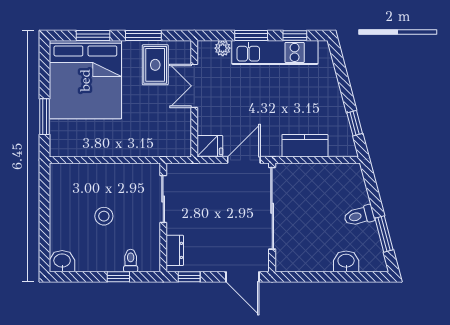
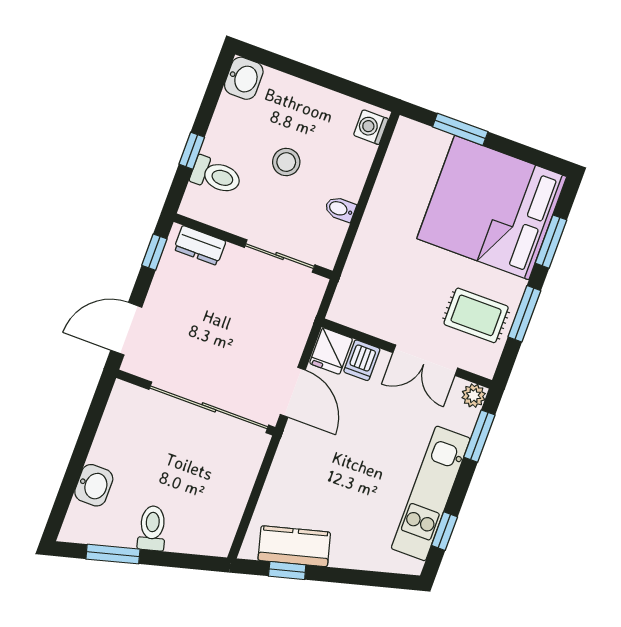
window: (251, 35) -> (479, 436), moved
plant: (223, 48) -> (474, 396), moved
double door: (194, 86) -> (425, 360), swing flipped
dishwasher: (209, 125) -> (362, 360), added
kitchen counter: (305, 146) -> (294, 546), moved, turned -105
washing machine: (63, 172) -> (371, 127), added
bidet: (121, 172) -> (340, 209), added
toilet: (131, 261) -> (216, 176), width x1.37, depth x1.39

